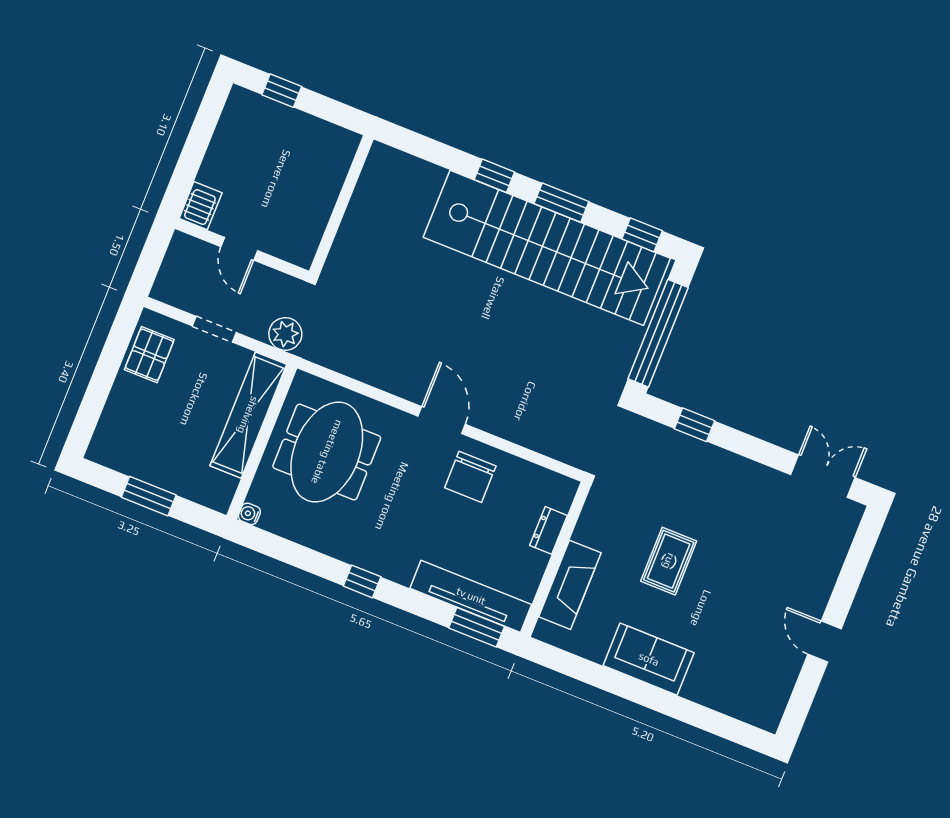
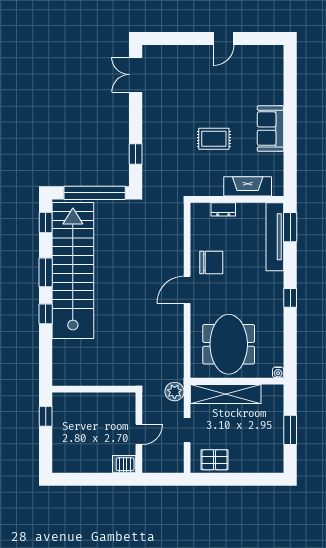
window: (282, 91) -> (46, 416), moved
meeting table: (327, 452) -> (229, 344), turned 90

